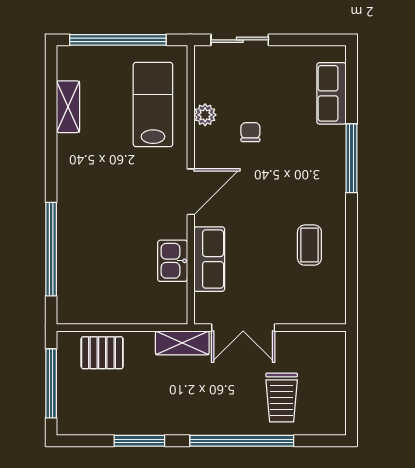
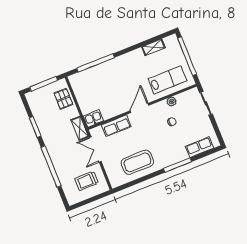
door: (191, 192) -> (139, 108), swing flipped
coffee table: (309, 245) -> (137, 162), width x1.86, depth x1.72
kitchen sink: (173, 261) -> (93, 118), moved
trolley: (282, 397) -> (87, 181), moved

